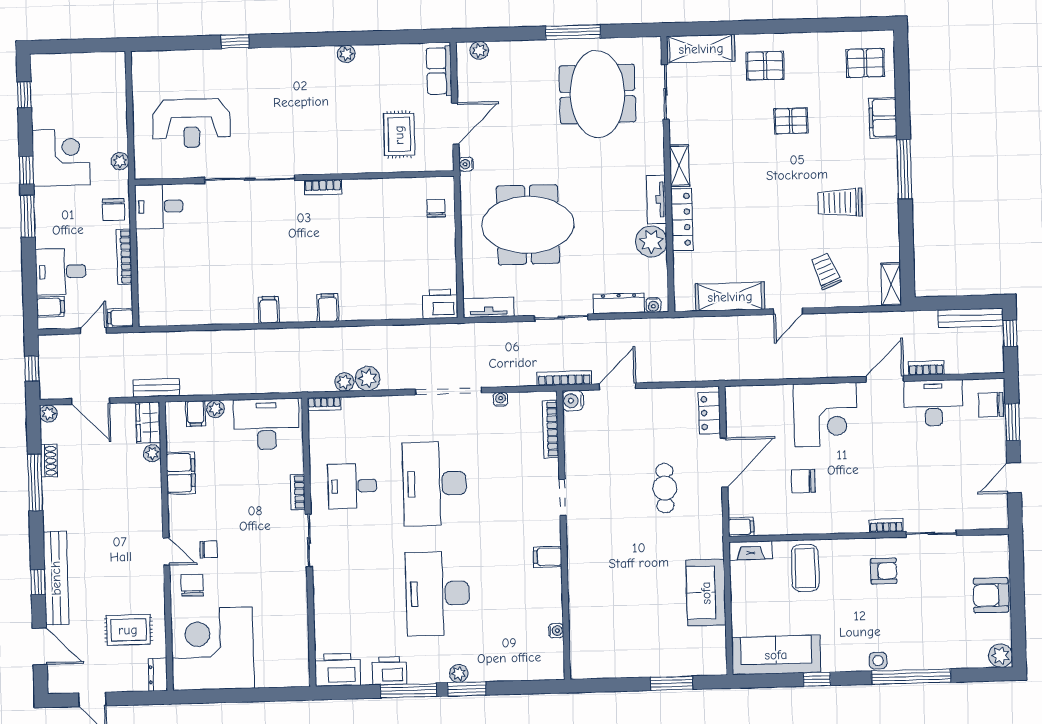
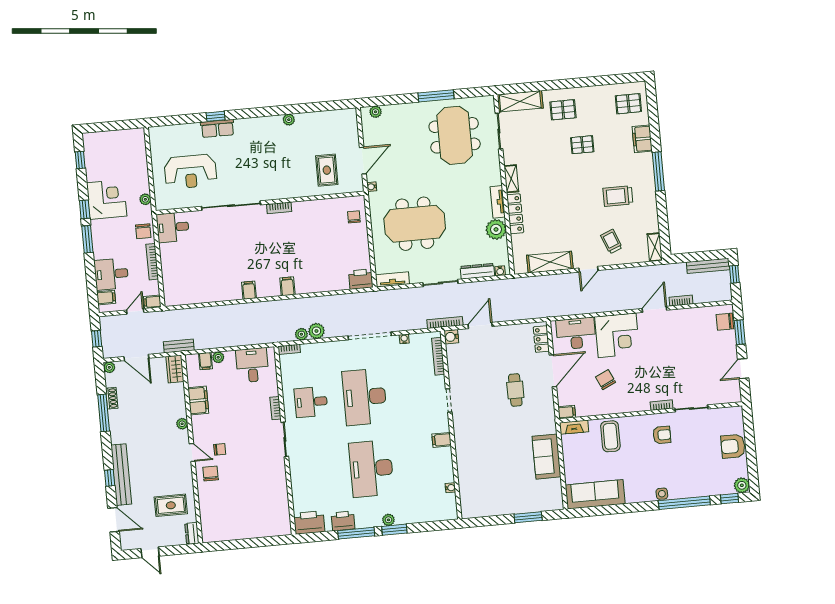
row of seats: (439, 71) -> (217, 128), moved, turned -90
desk: (934, 403) -> (576, 333), moved
desk: (266, 424) -> (252, 365), width x0.73
plant: (152, 453) -> (182, 424), moved
chair: (803, 481) -> (606, 380), turned 65
corner desk: (212, 649) -> (226, 514), removed
window: (817, 679) -> (729, 499), moved

